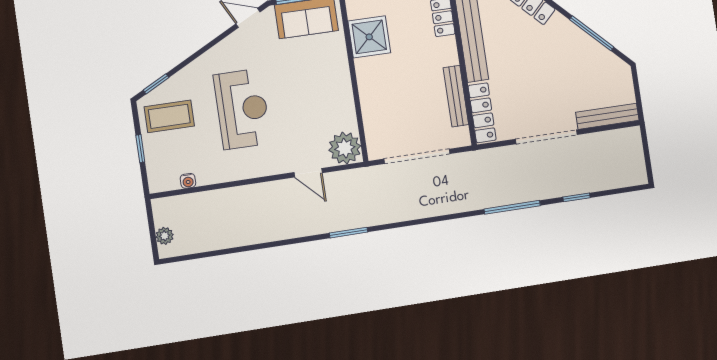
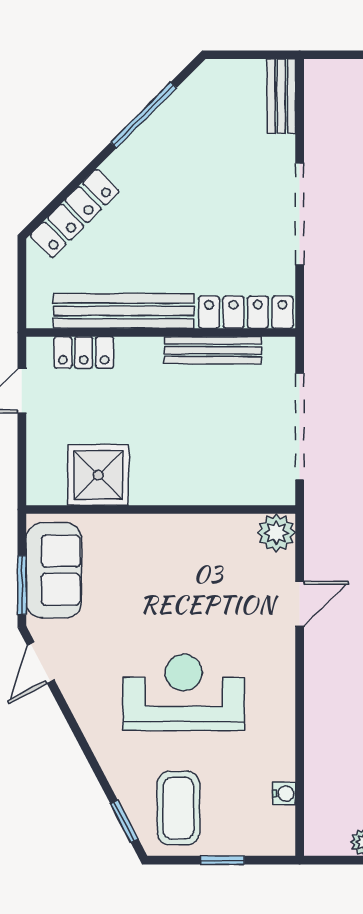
bench: (607, 116) -> (281, 96), width x0.73
plant: (345, 148) -> (276, 533), width x0.73, depth x0.73

